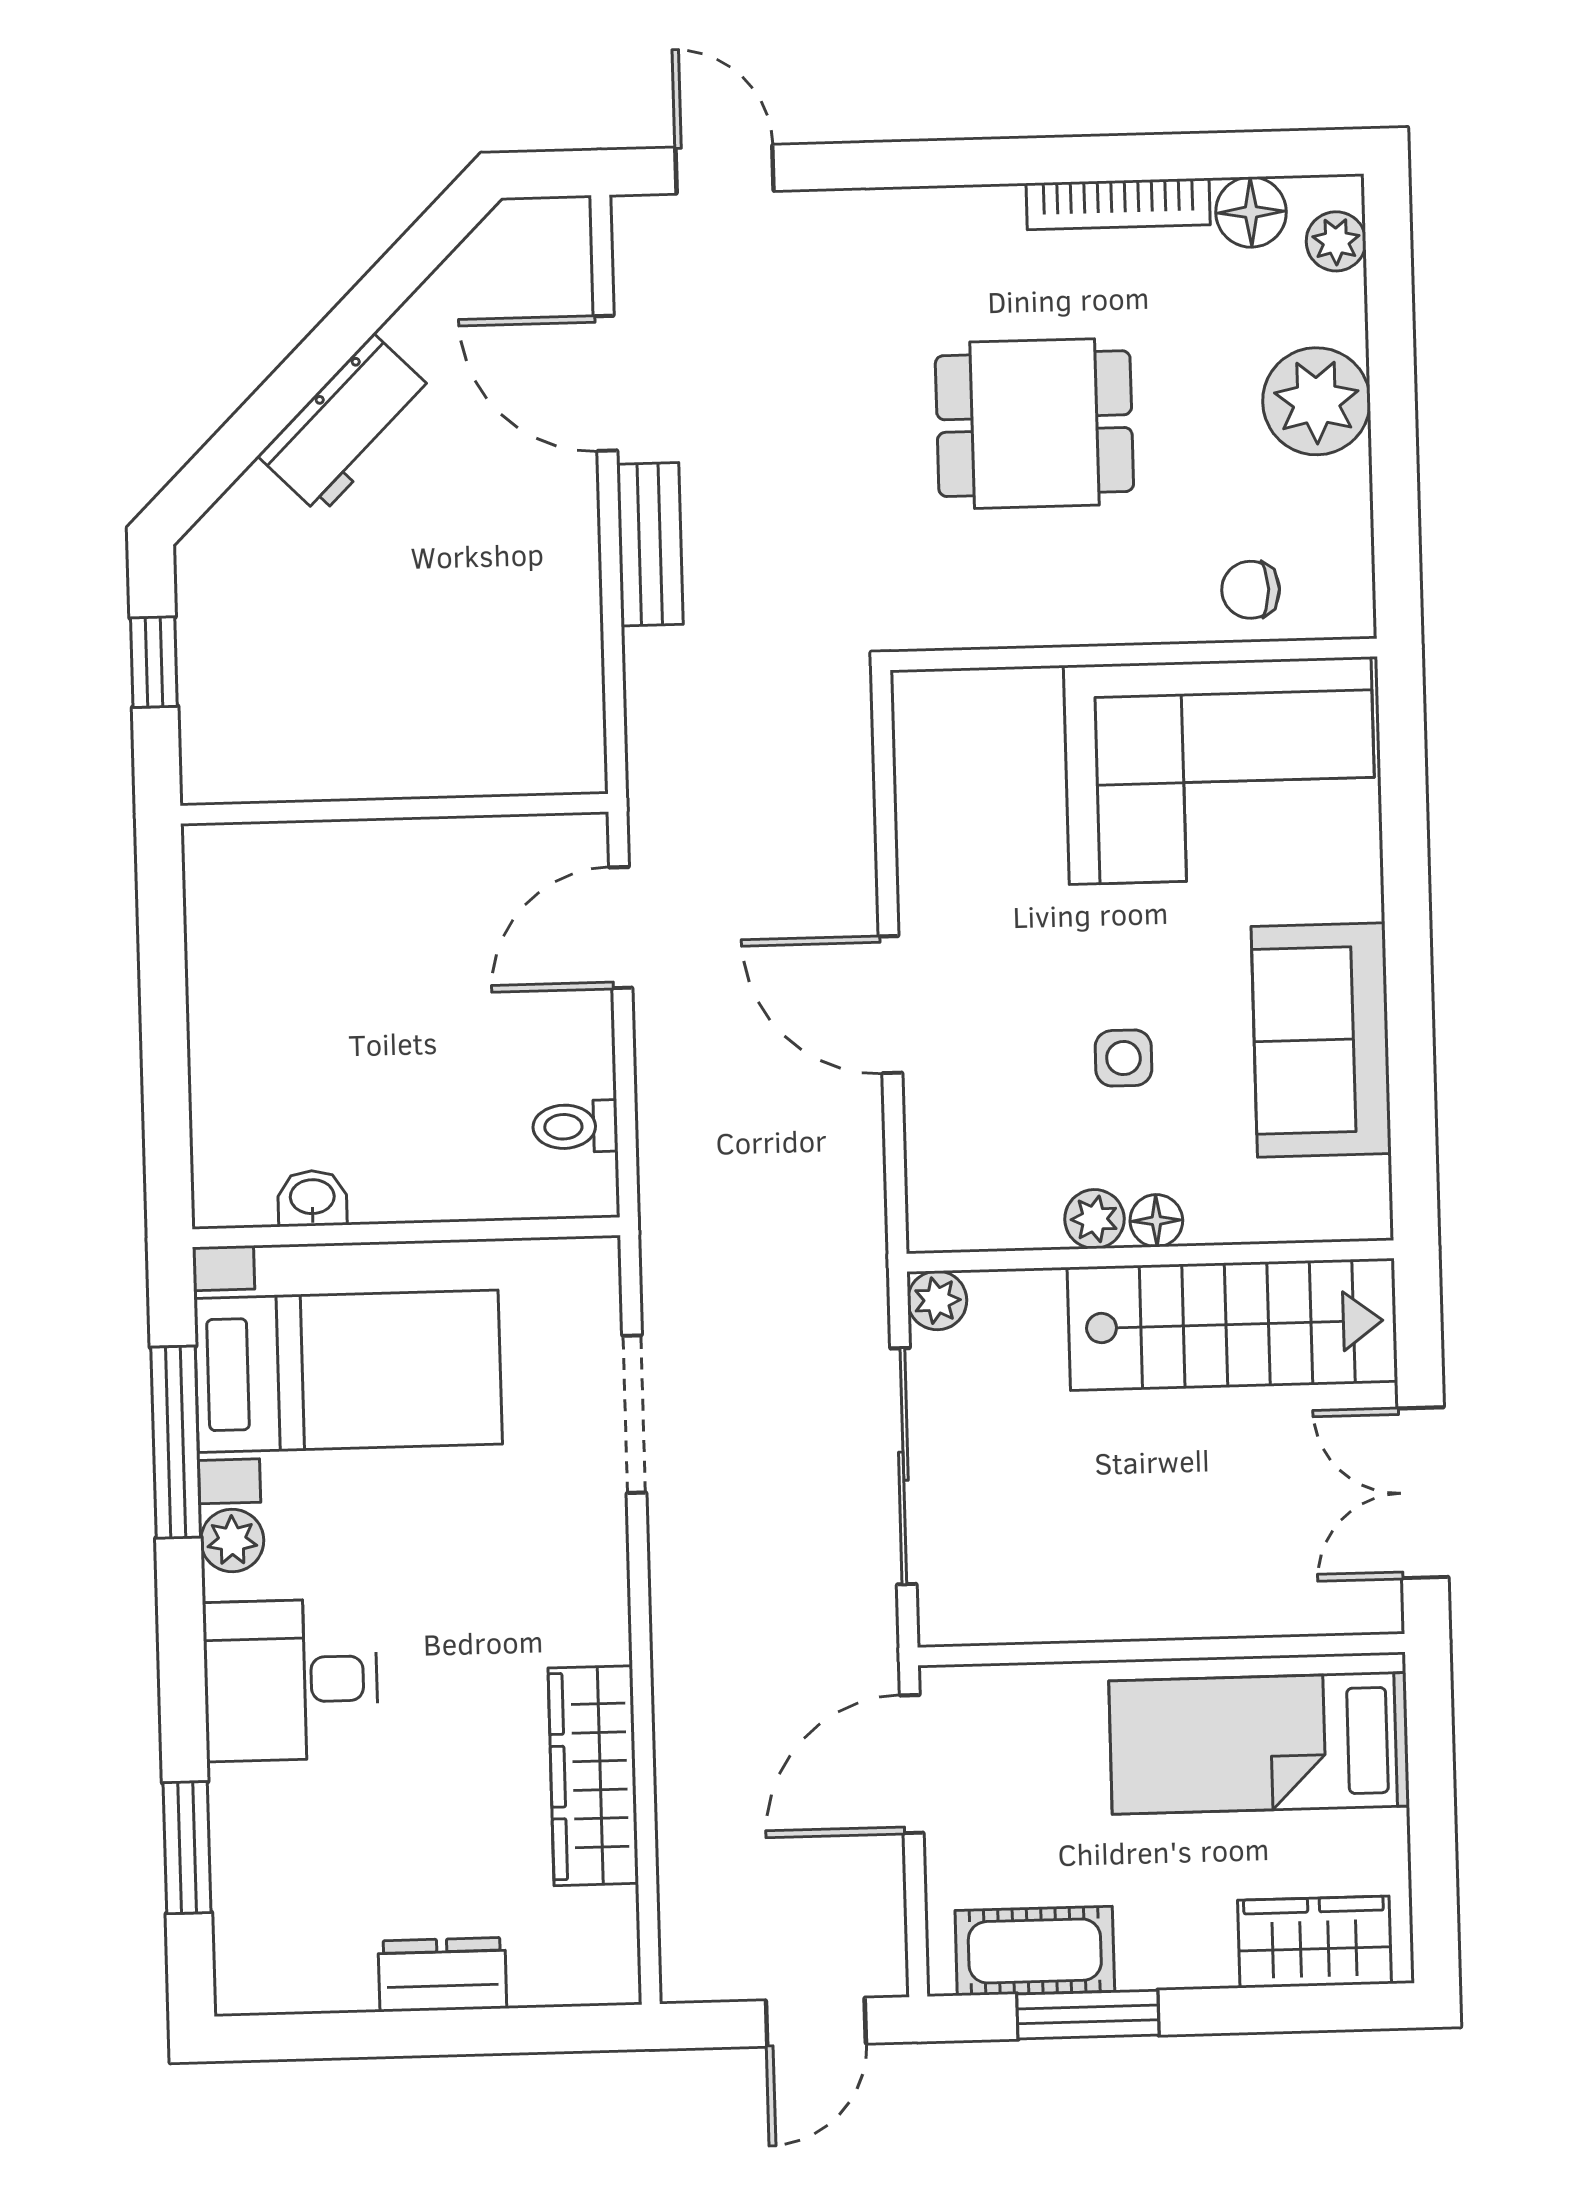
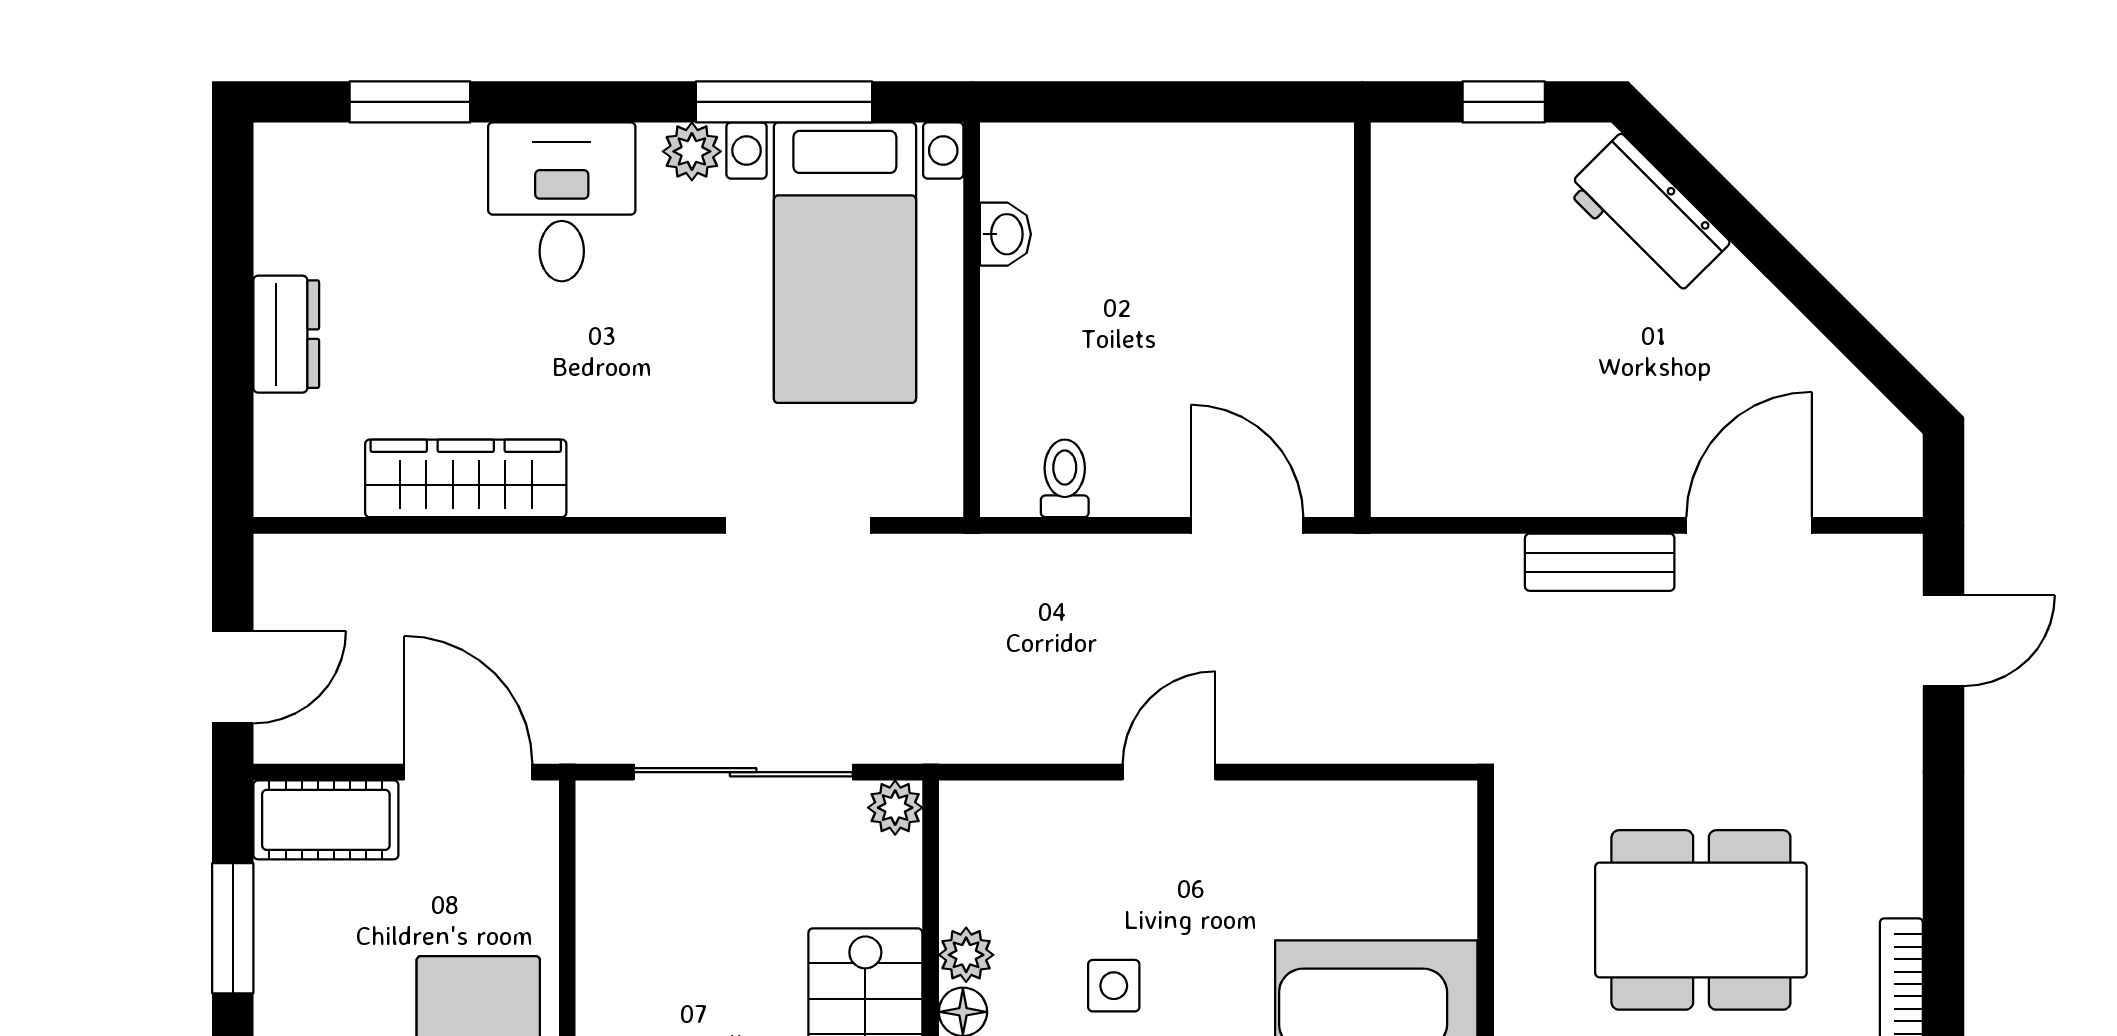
workbench: (347, 424) -> (1648, 216), moved
dining table: (1034, 424) -> (1701, 920), width x1.38
door: (890, 1005) -> (1169, 772), width x0.73
cot: (1035, 1951) -> (326, 820), moved, turned 90
door: (816, 2022) -> (233, 677), swing flipped

